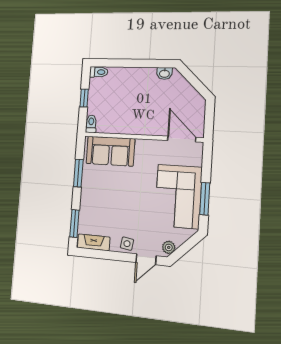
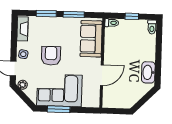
washbasin: (164, 73) -> (148, 72), width x1.91, depth x1.45
door: (182, 139) -> (102, 75), moved
armchair: (131, 206) -> (51, 56), added
window: (74, 223) -> (46, 14), moved

